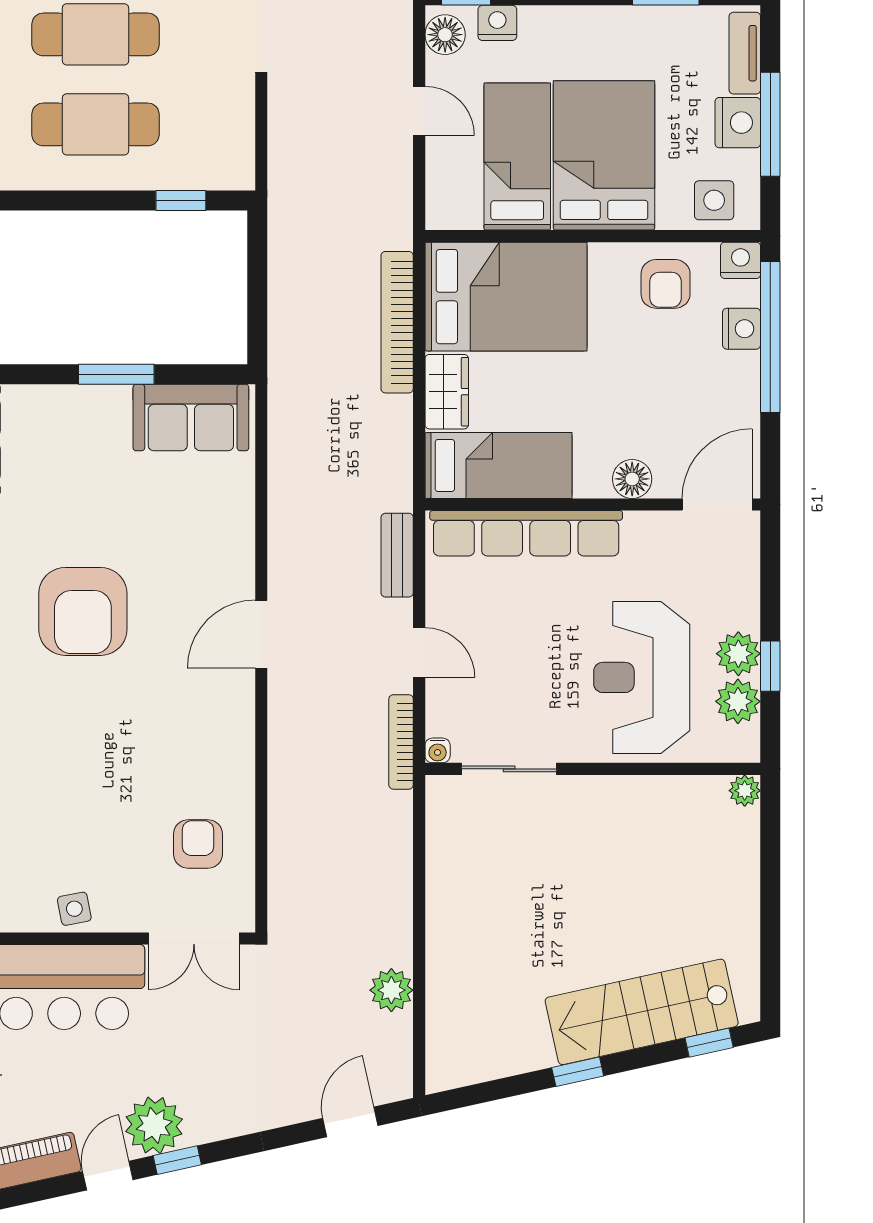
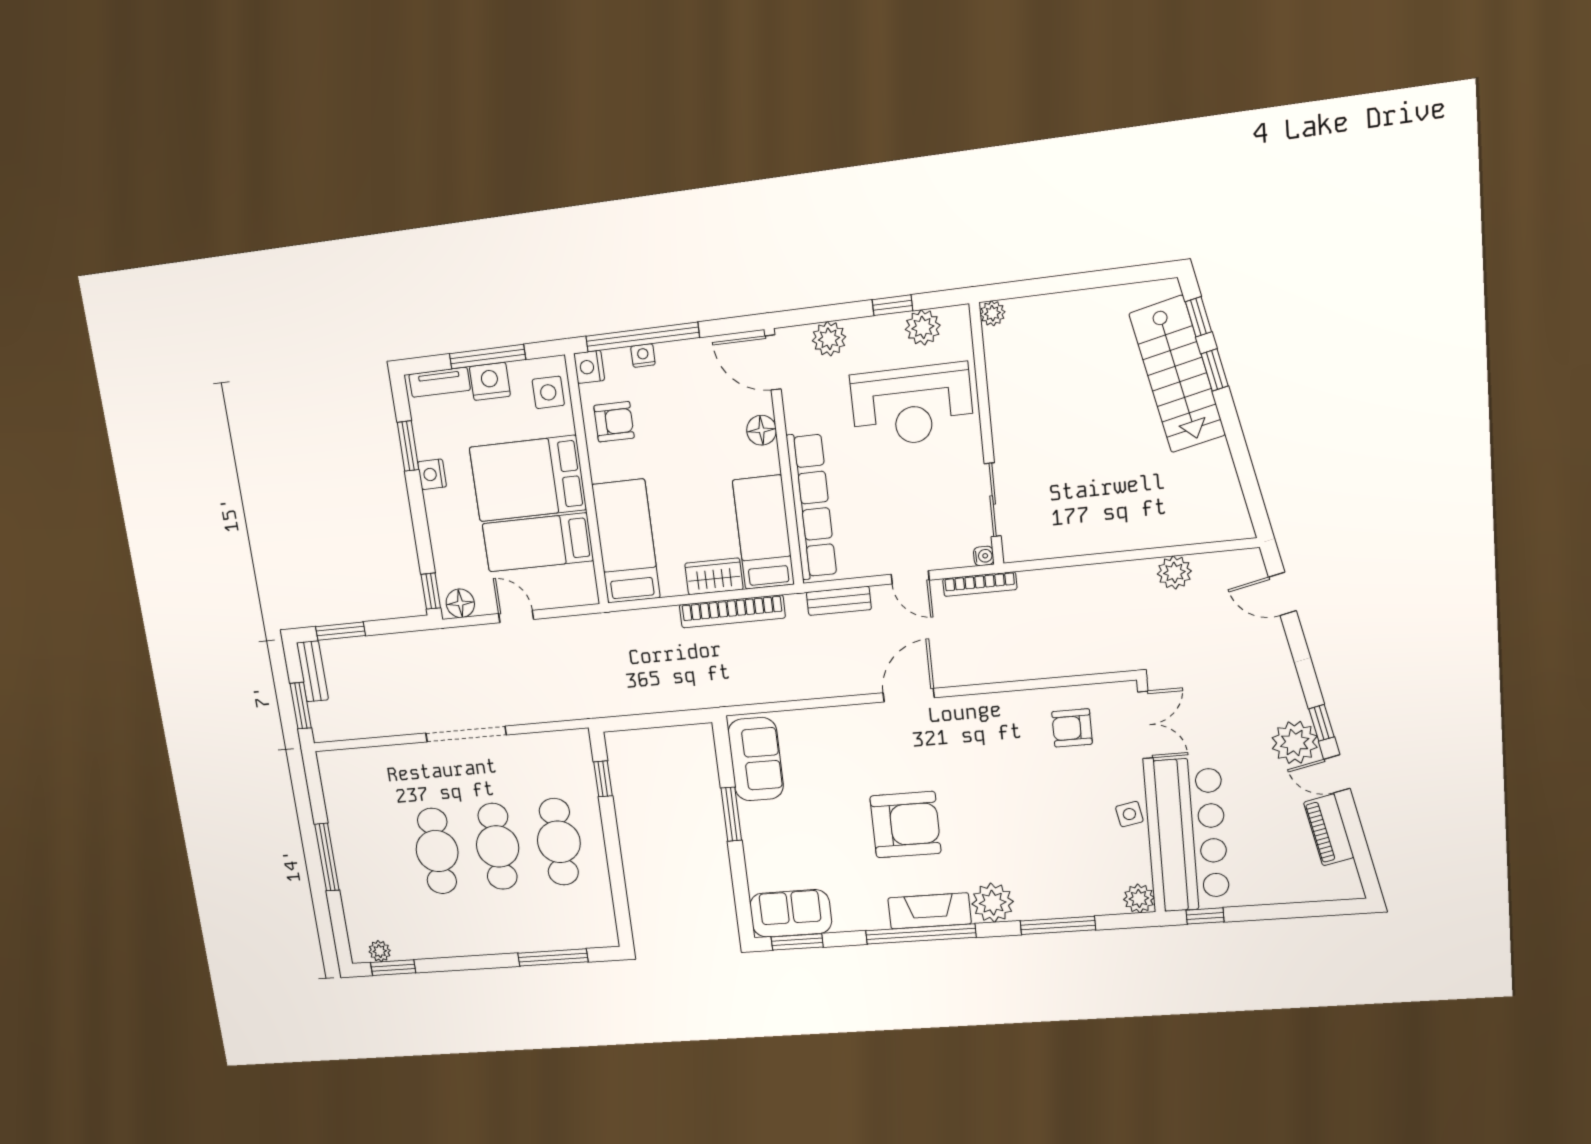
nightstand: (497, 23) -> (432, 474), moved
door: (419, 111) -> (516, 616), hinge flipped
bed: (506, 297) -> (626, 541), width x0.67
bookcase: (397, 322) -> (732, 611), moved
nightstand: (742, 329) -> (643, 356), width x0.72, depth x0.74
door: (261, 634) -> (909, 695), swing flipped
door: (419, 652) -> (910, 577), swing flipped
plant: (738, 654) -> (829, 339), moved
window: (578, 1072) -> (1215, 370), moved

